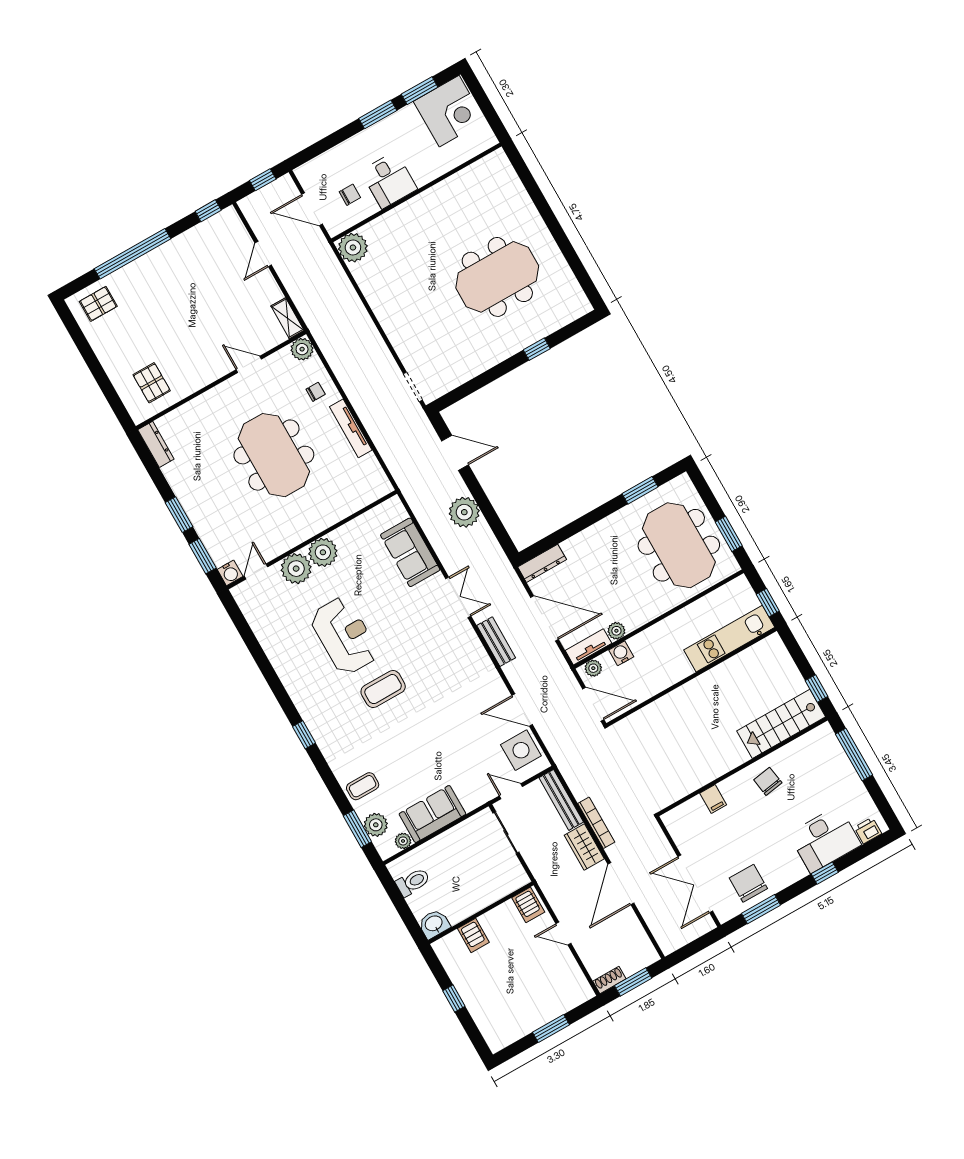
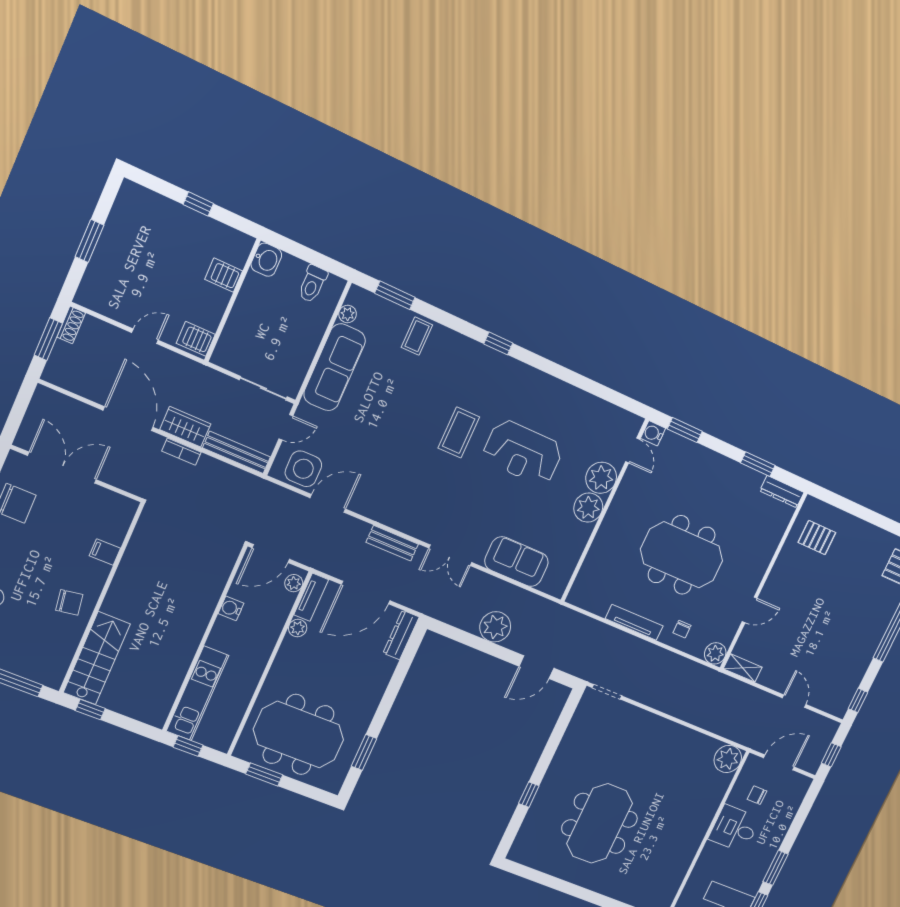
chair: (350, 195) -> (757, 795), turned 90
window: (179, 515) -> (758, 464), moved
water cooler: (621, 653) -> (231, 608), moved, turned 180
sofa: (432, 814) -> (335, 367), width x1.36
bookcase: (596, 823) -> (181, 452), width x0.64
plant: (376, 825) -> (381, 311), removed

